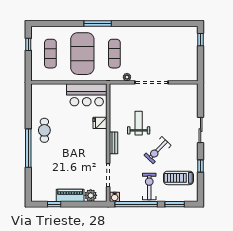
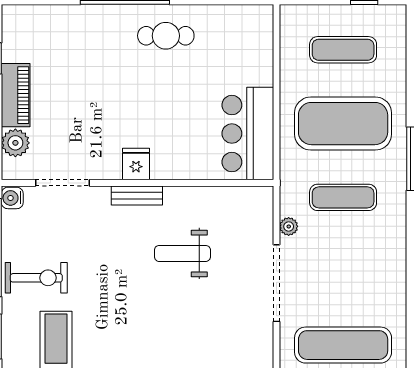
exercise mat: (178, 54) -> (343, 345), added
fridge: (100, 123) -> (136, 164), moved
weight bench: (139, 123) -> (182, 253), turned 180
exercise bike: (157, 150) -> (120, 297), removed

